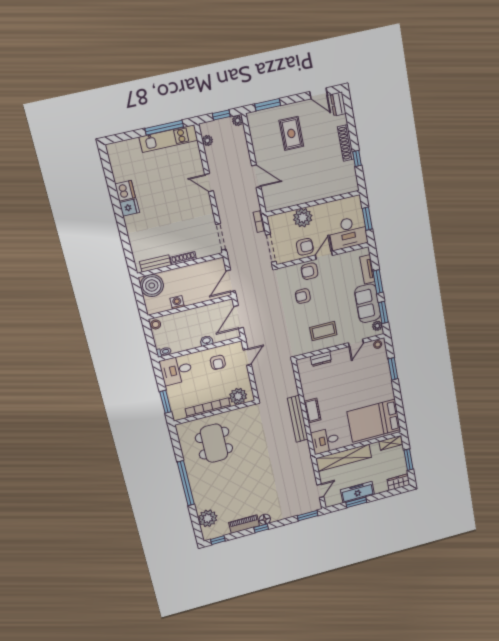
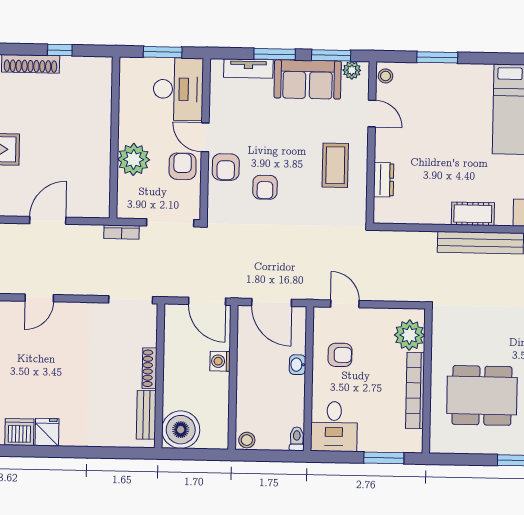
washing machine: (177, 302) -> (220, 361), moved

